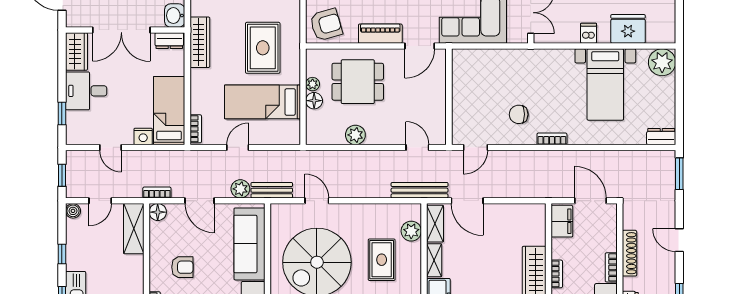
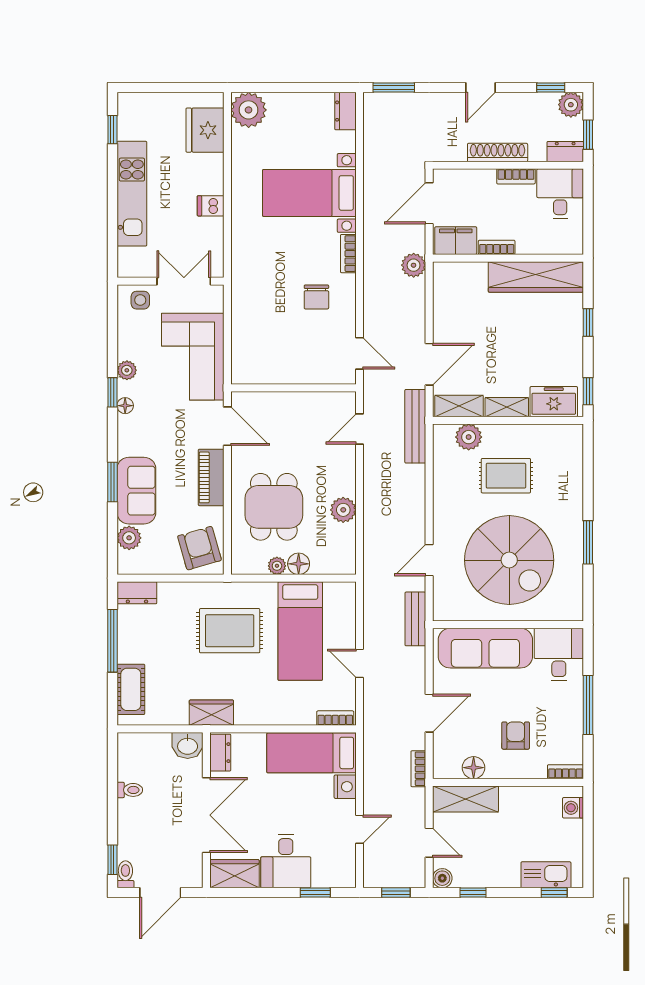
fridge: (628, 29) -> (205, 130), moved
wardrobe: (200, 42) -> (211, 713), width x0.67
bed with nightstands: (605, 84) -> (309, 193), moved, turned 180
plant: (240, 189) -> (414, 265), moved
floor lamp: (158, 212) -> (474, 768), moved
window: (62, 254) -> (473, 893), moved
bookcase: (557, 274) -> (497, 247), moved

